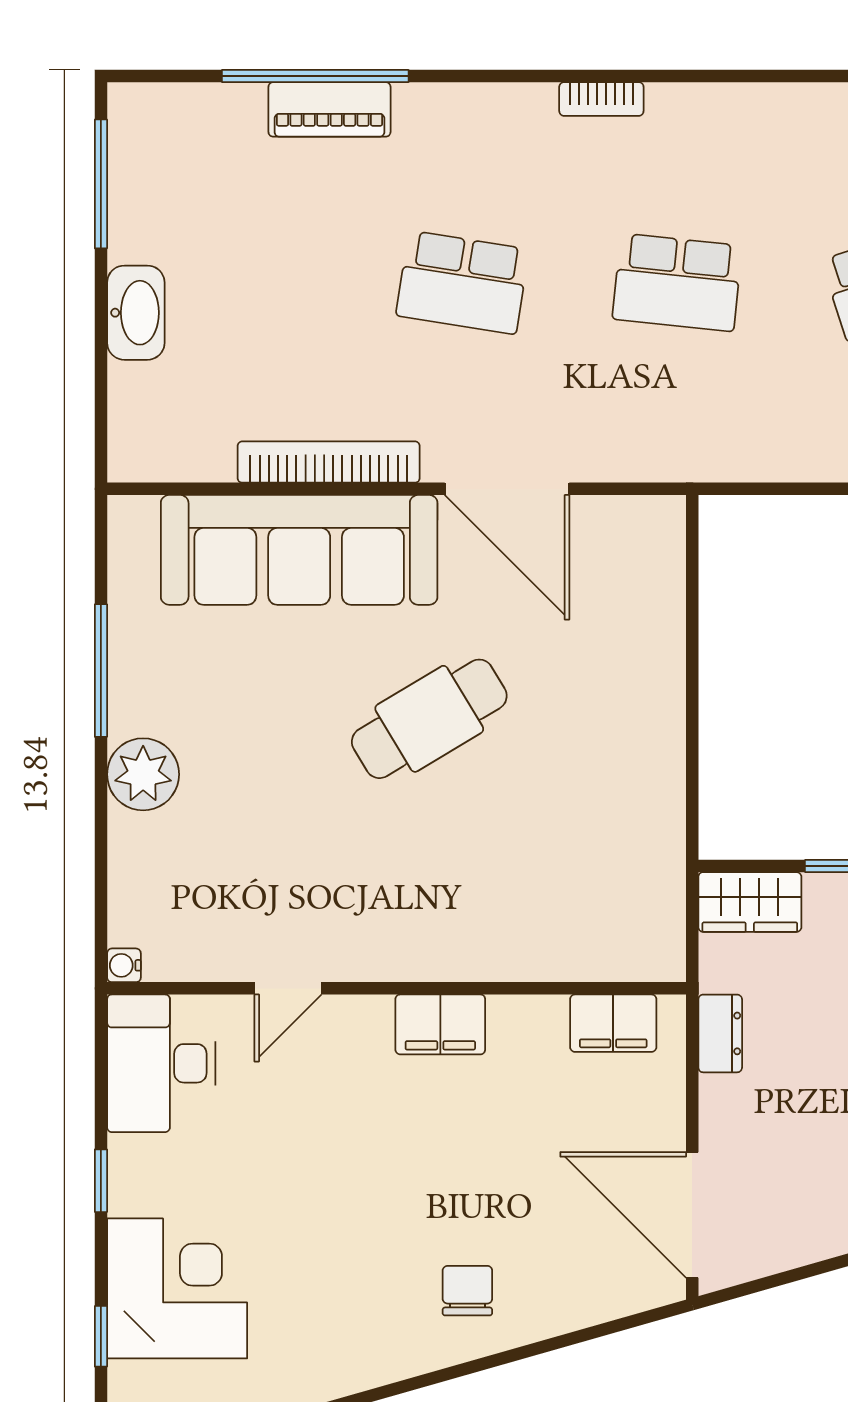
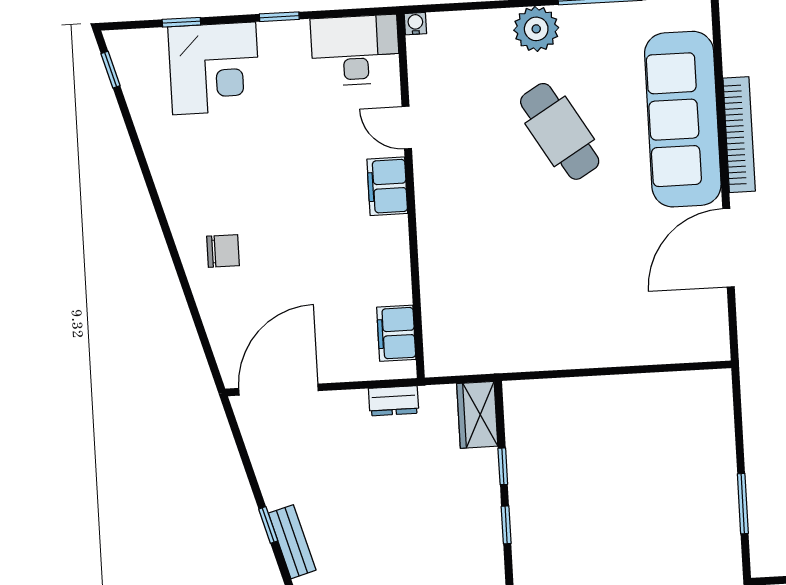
cafe table: (429, 719) -> (560, 131), moved
filing cabinet: (440, 1024) -> (387, 186), moved

